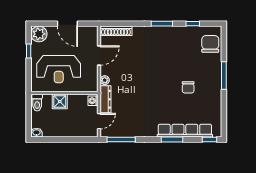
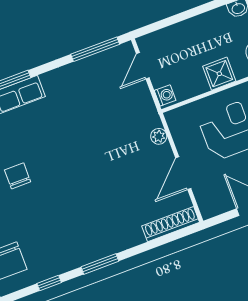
dresser: (106, 99) -> (146, 105), removed

